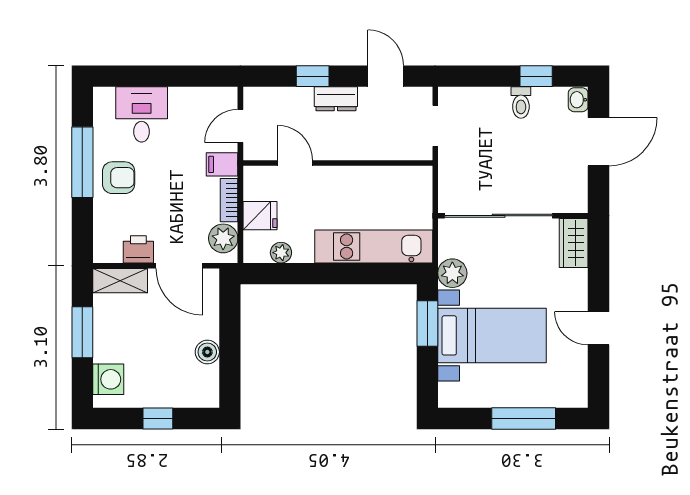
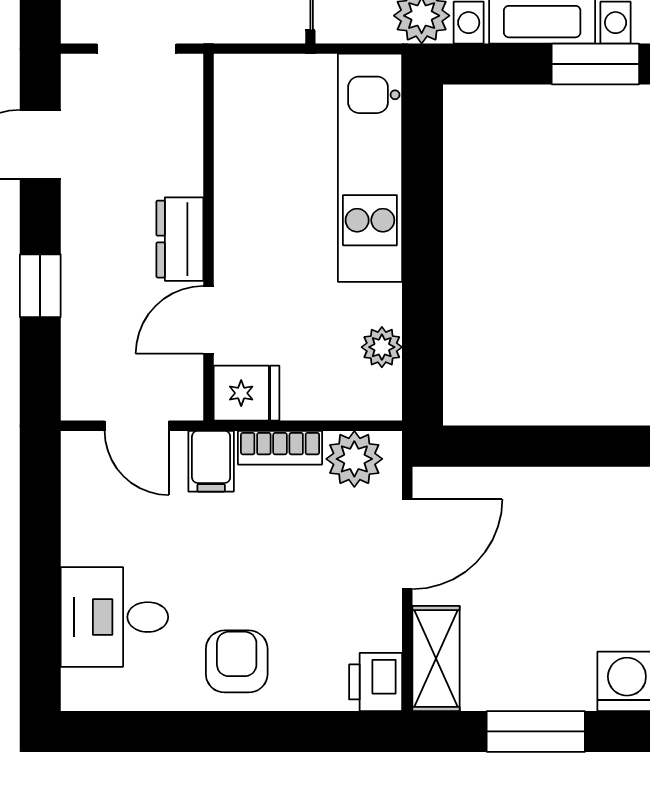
dresser: (336, 99) -> (180, 239), moved, turned 180
window: (82, 162) -> (207, 731), removed
fridge: (260, 216) -> (246, 393), moved, turned 90
printer: (138, 249) -> (376, 682), moved
window: (427, 323) -> (595, 64), moved
boiler: (207, 352) -> (574, 490), removed

